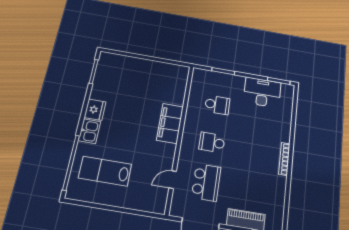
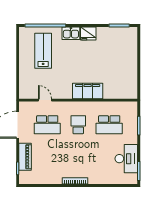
school desk: (217, 105) -> (109, 125), width x1.85

